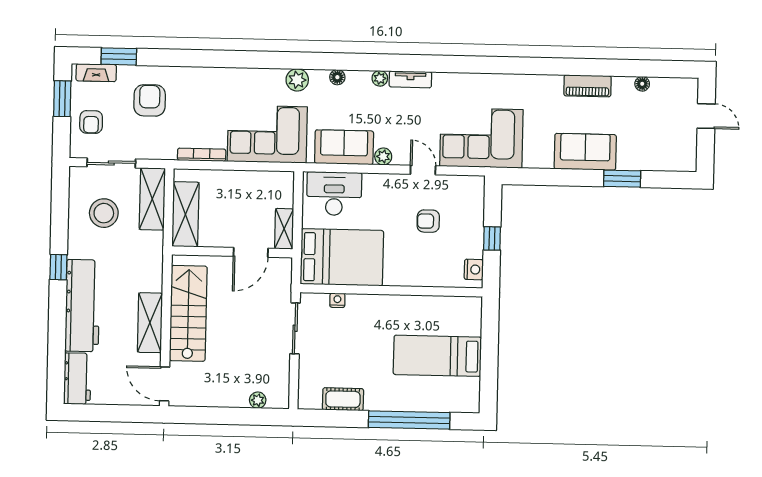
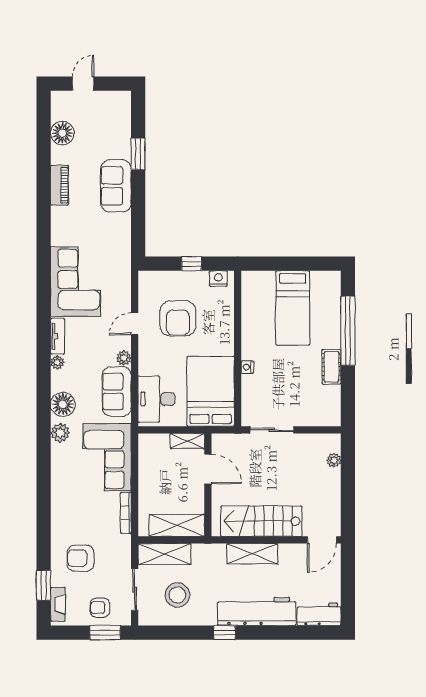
floor lamp: (337, 77) -> (63, 404), width x1.89, depth x1.89
floor lamp: (642, 84) -> (62, 133), width x1.89, depth x1.89
window: (62, 99) -> (105, 633), moved
armchair: (91, 122) -> (100, 608), turned 180
corner sofa: (481, 138) -> (76, 282), moved, turned 180
armchair: (428, 221) -> (178, 318), width x1.88, depth x1.88
nightstand: (337, 300) -> (247, 367), moved
shelving: (150, 323) -> (252, 554), moved
cot: (343, 399) -> (331, 367), moved

